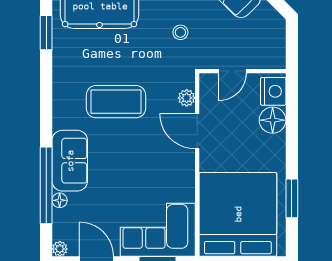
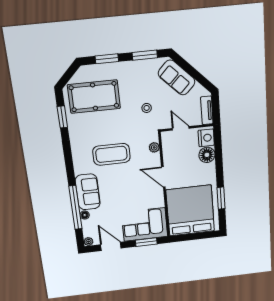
tv unit: (277, 46) -> (207, 110), added
door: (232, 71) -> (181, 128), swing flipped
door: (197, 131) -> (163, 177), moved

